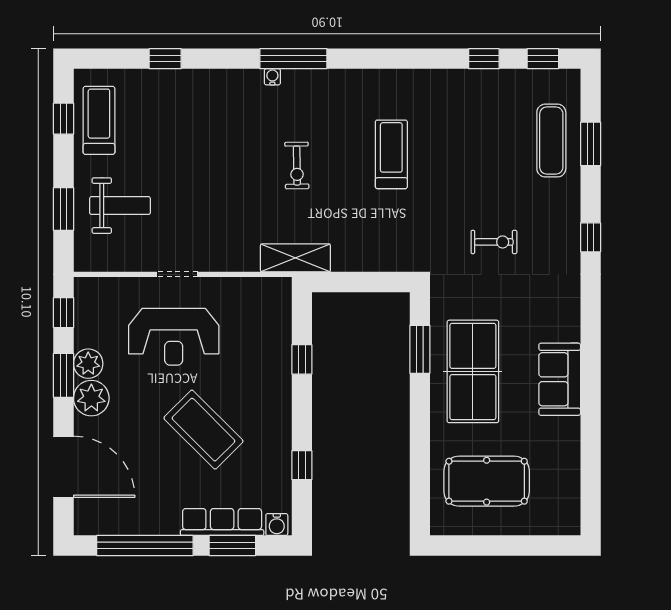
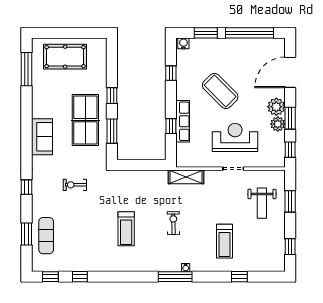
treadmill: (99, 120) -> (225, 241), moved
weight bench: (120, 206) -> (262, 203), turned -90
shelving: (295, 258) -> (186, 177), moved
sofa: (560, 379) -> (42, 137), moved
window: (420, 420) -> (112, 96), added
door: (63, 467) -> (290, 72), hinge flipped
window: (591, 473) -> (26, 69), added
pool table: (487, 481) -> (65, 57), moved
row of seats: (222, 522) -> (183, 121), moved, turned -90

